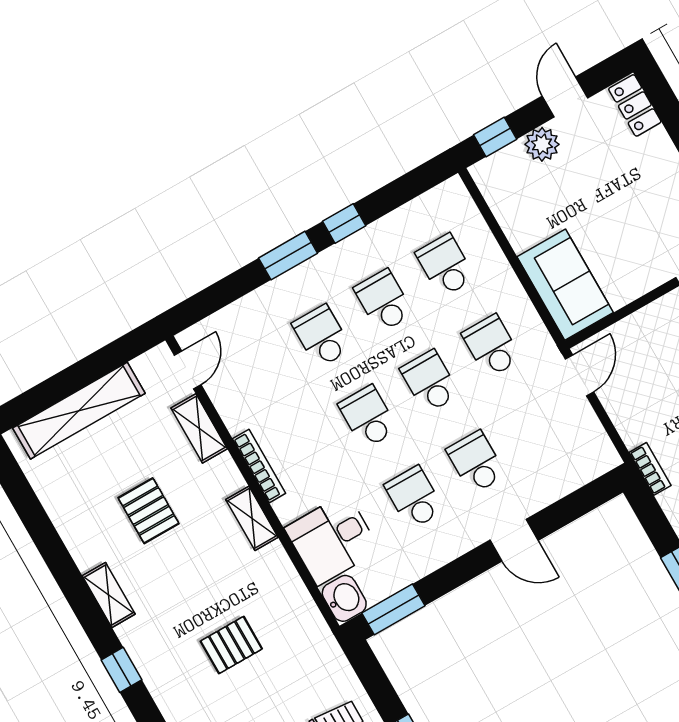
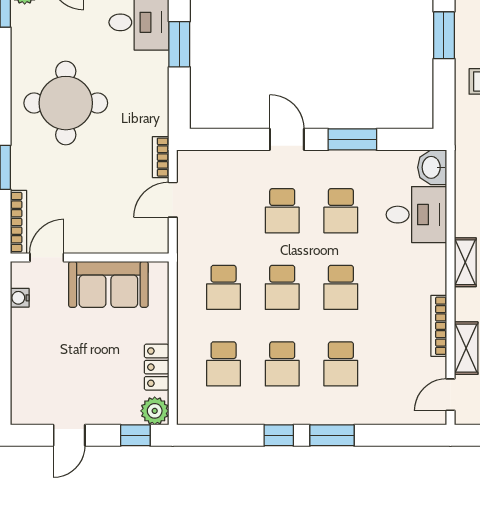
locker: (635, 105) -> (157, 367), moved, turned 180
plant: (542, 144) -> (155, 411), moved
sofa: (565, 285) -> (108, 284), moved, turned -90
door: (580, 375) -> (173, 200), moved
bookcase: (259, 466) -> (439, 326), moved
bookcase: (650, 469) -> (161, 157), moved
window: (393, 609) -> (352, 139), moved

